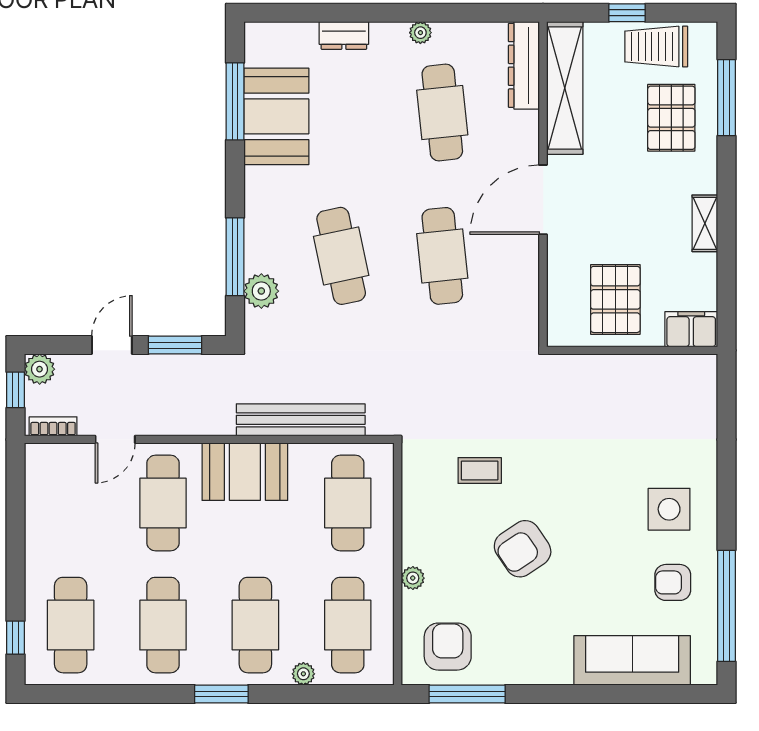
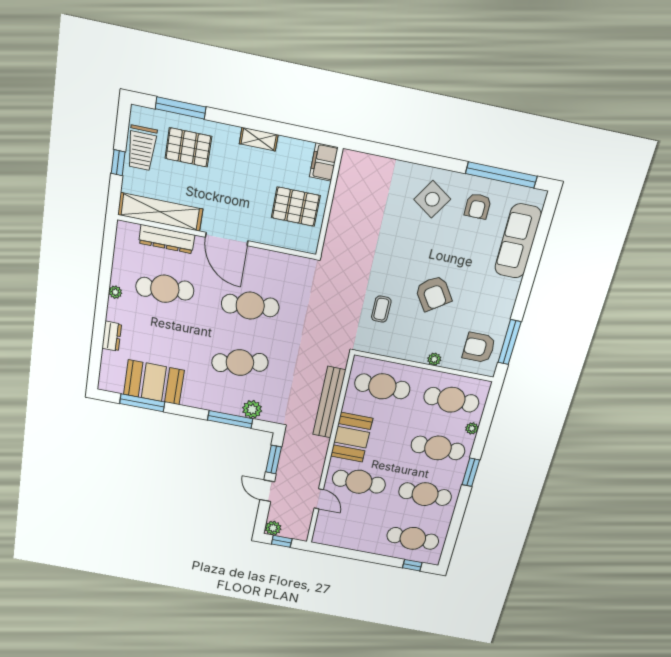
dresser: (524, 65) -> (167, 239), moved
bookcase: (53, 426) -> (305, 527), removed
side table: (669, 509) -> (432, 199), turned 33

